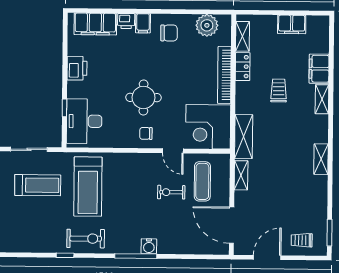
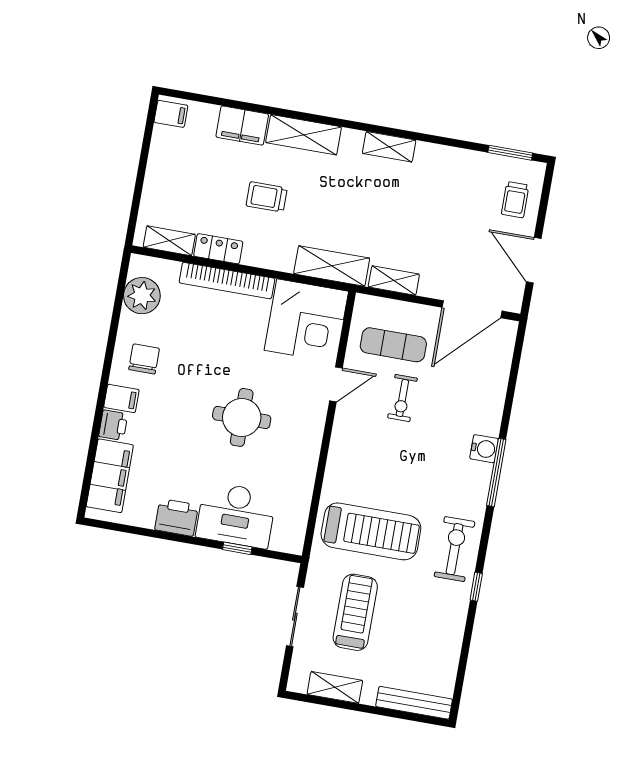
filing cabinet: (292, 24) -> (171, 114), moved, width x0.50
shelving: (322, 99) -> (304, 135), width x1.50, depth x1.33
desk: (84, 121) -> (236, 515), moved
chair: (146, 133) -> (300, 423), removed

